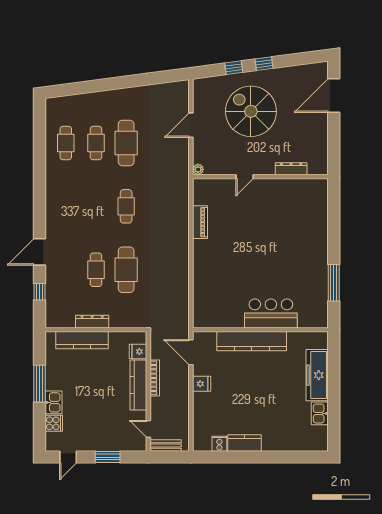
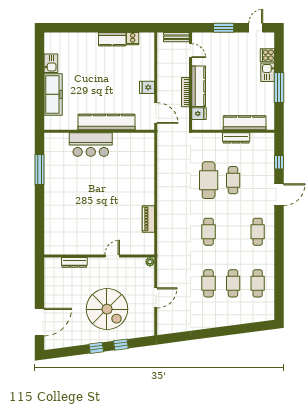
cafe table: (126, 143) -> (209, 283), width x0.73, depth x0.74
cafe table: (66, 206) -> (258, 232), added

